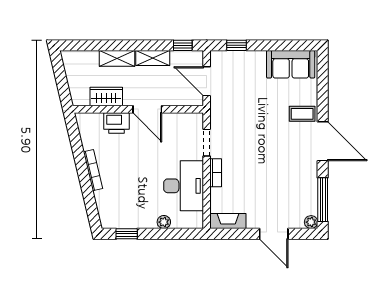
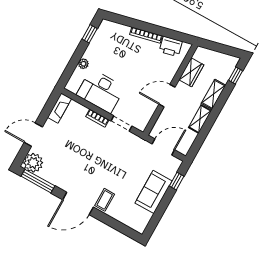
window: (183, 45) -> (236, 75), moved
sofa: (291, 64) -> (154, 192), moved
printer: (116, 123) -> (171, 46), moved, turned -103
plant: (311, 222) -> (33, 163), width x1.88, depth x1.88

